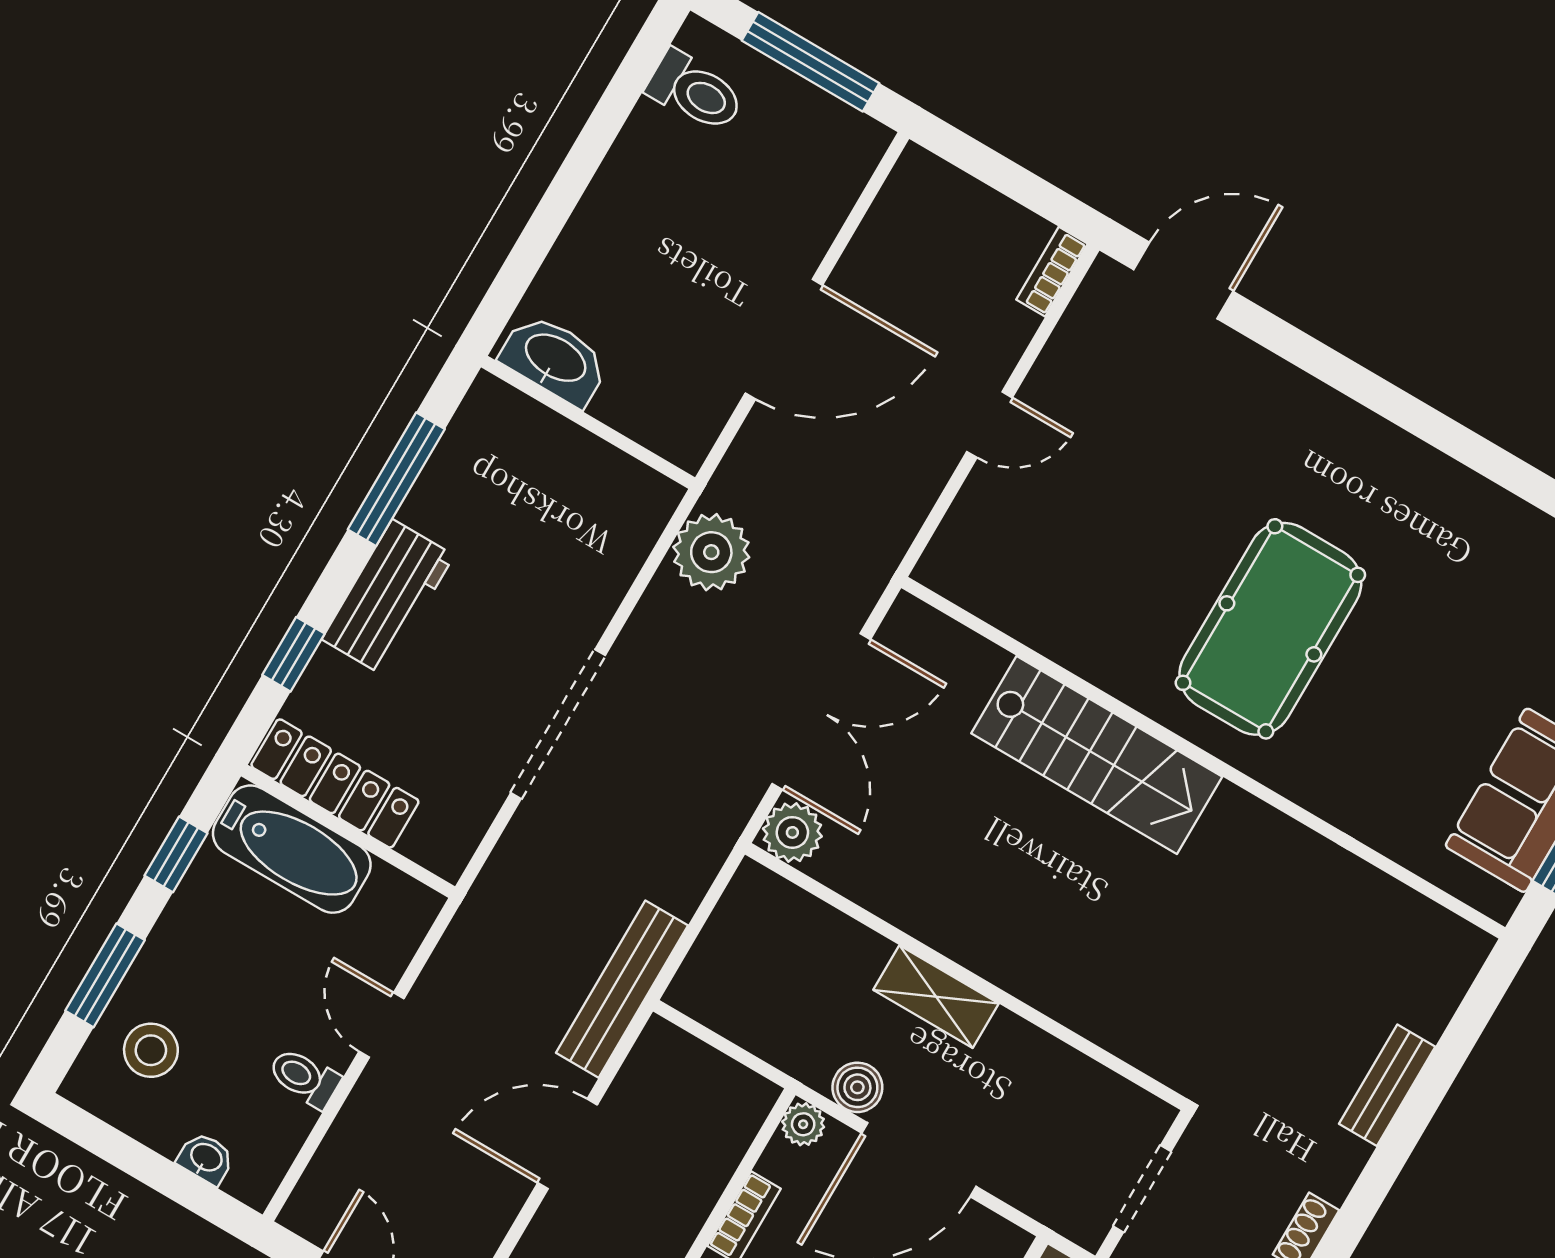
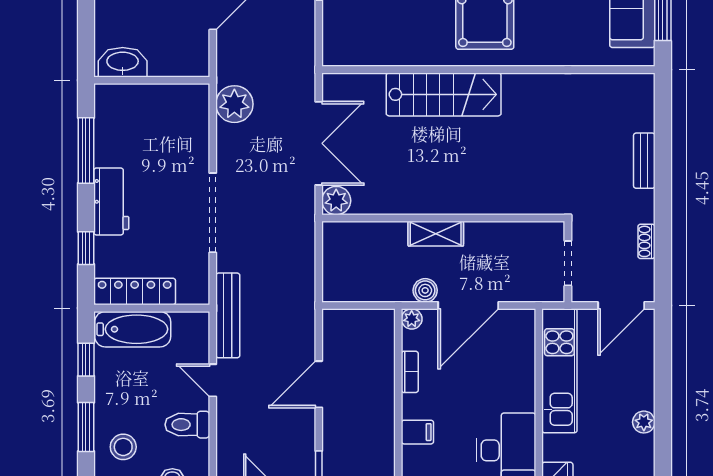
bench: (622, 989) -> (228, 315), moved
toilet: (304, 1078) -> (187, 425), width x1.37, depth x1.39

